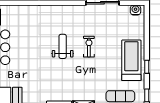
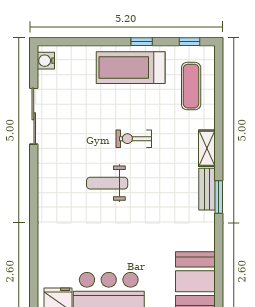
exercise bike: (89, 47) -> (134, 139), moved

